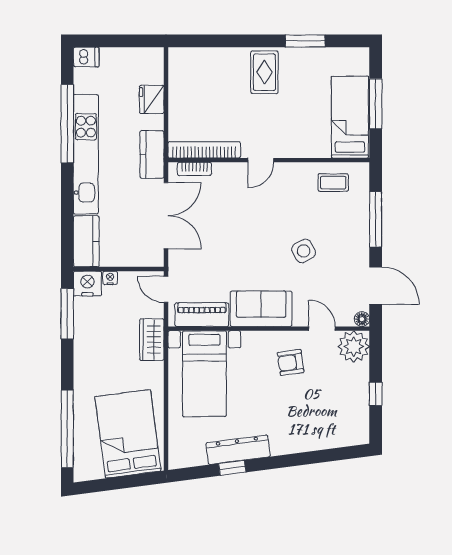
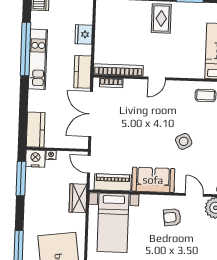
kitchen unit: (86, 154) -> (38, 59), width x0.73
double door: (166, 216) -> (91, 114), swing flipped

